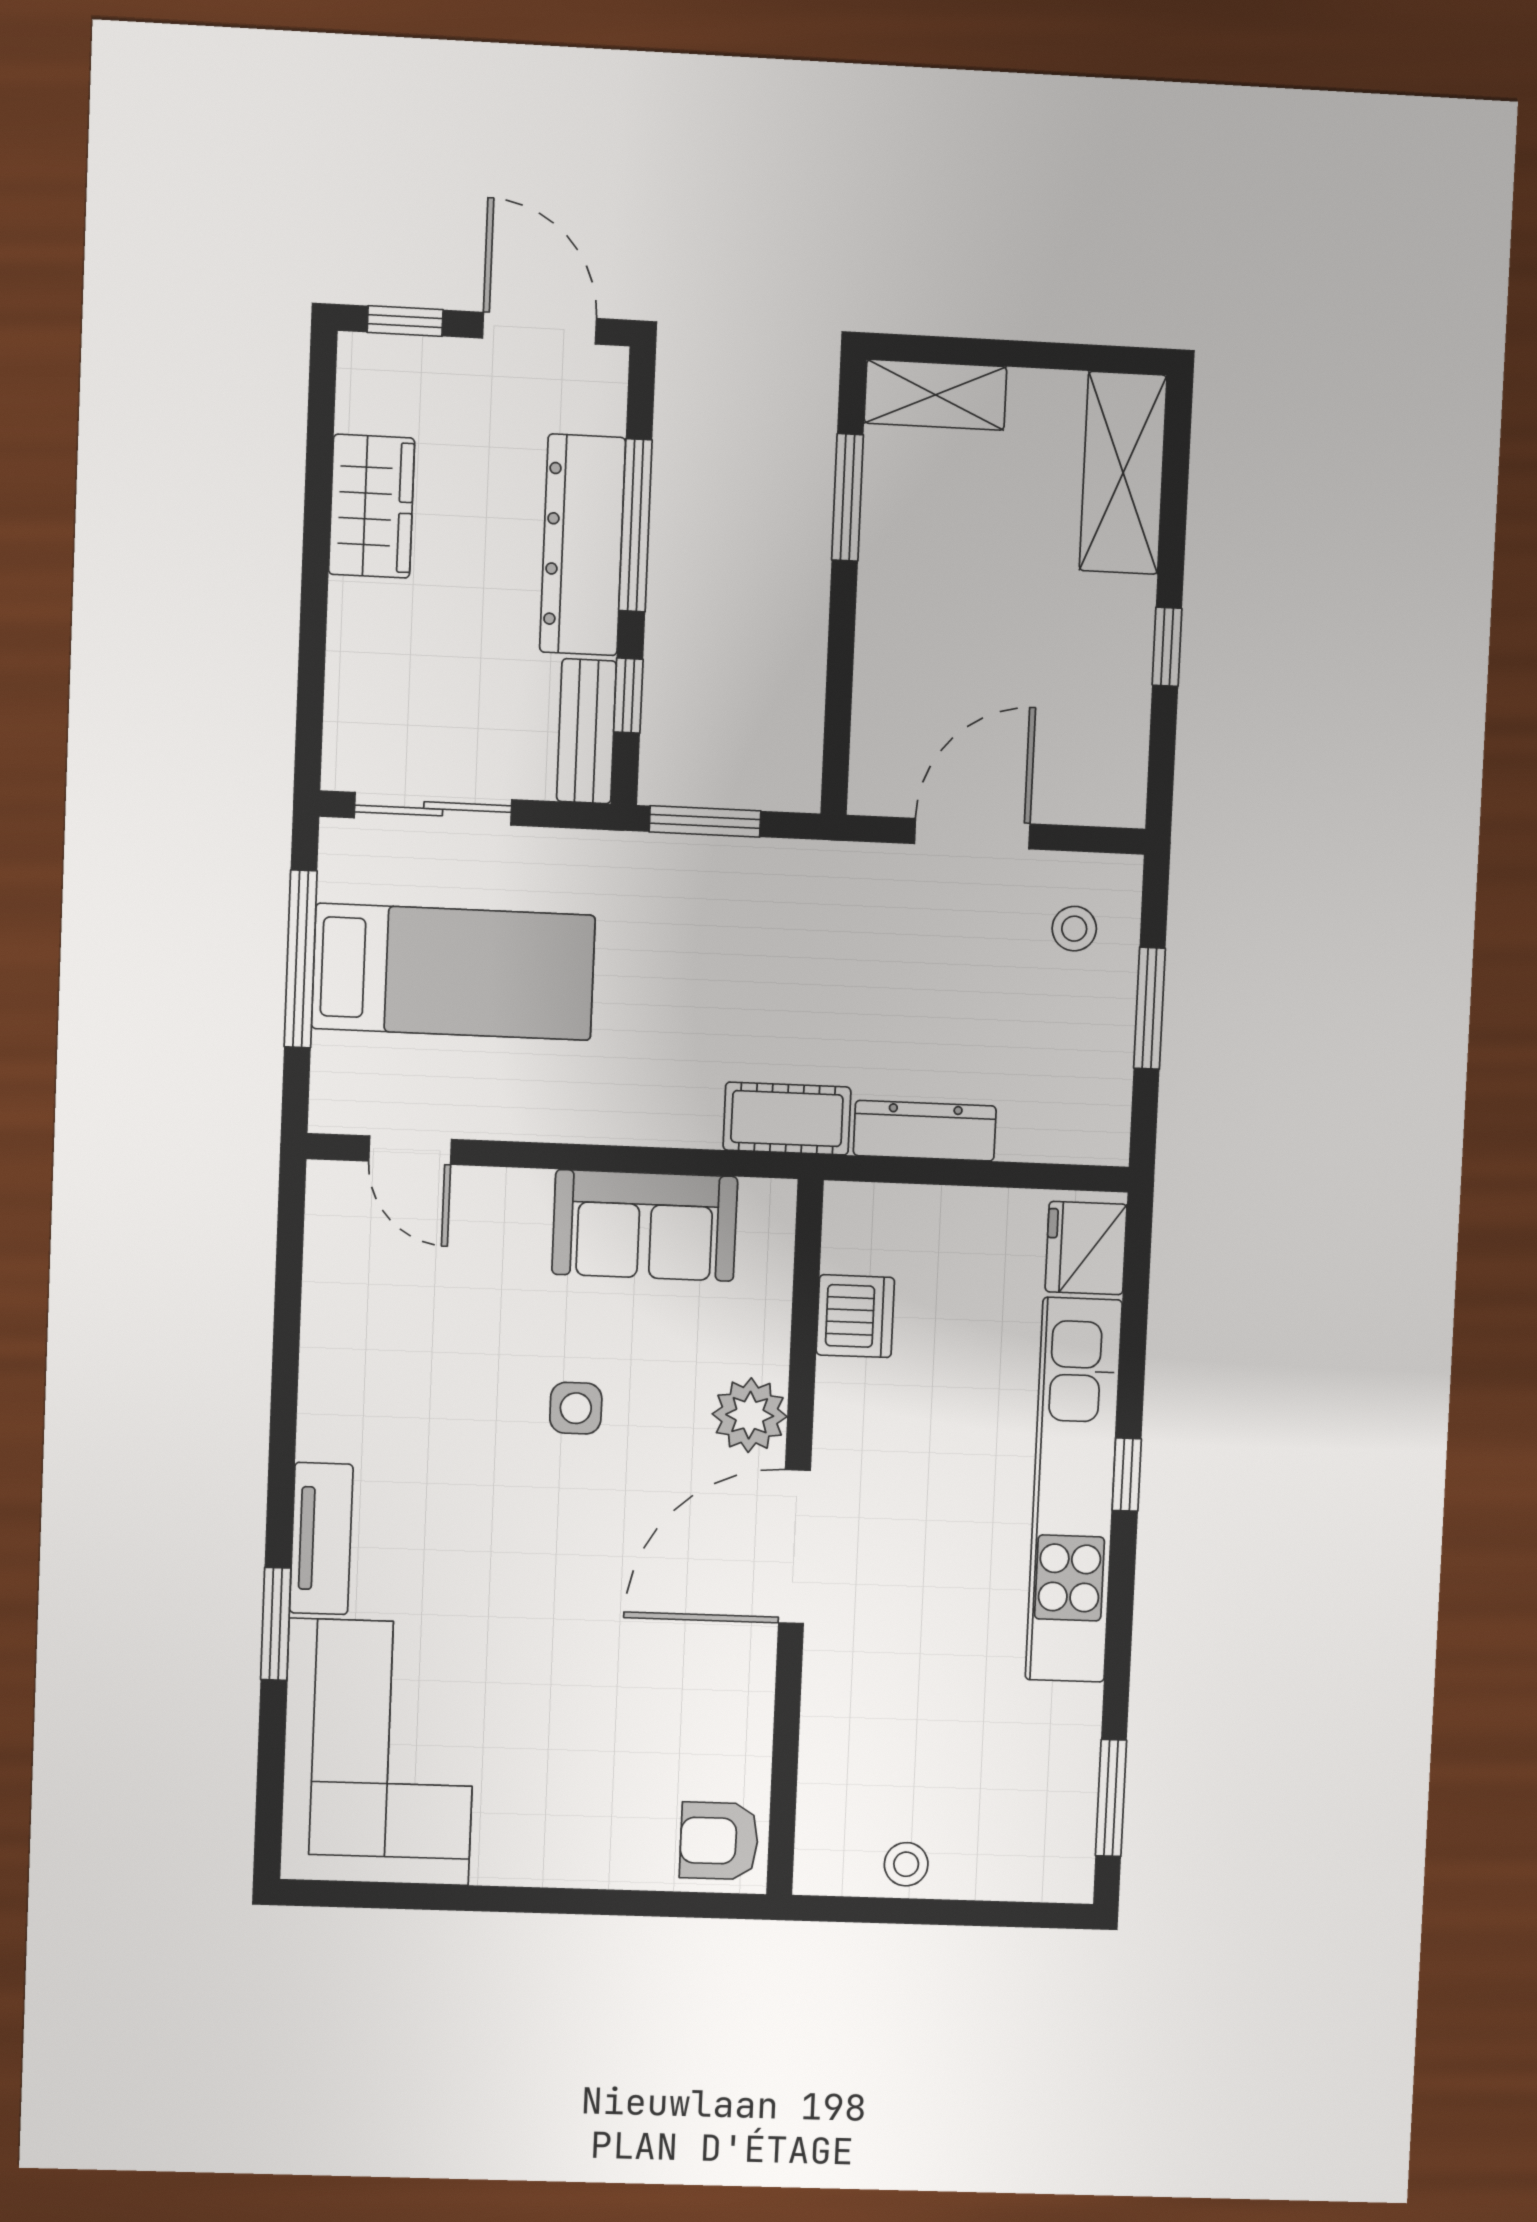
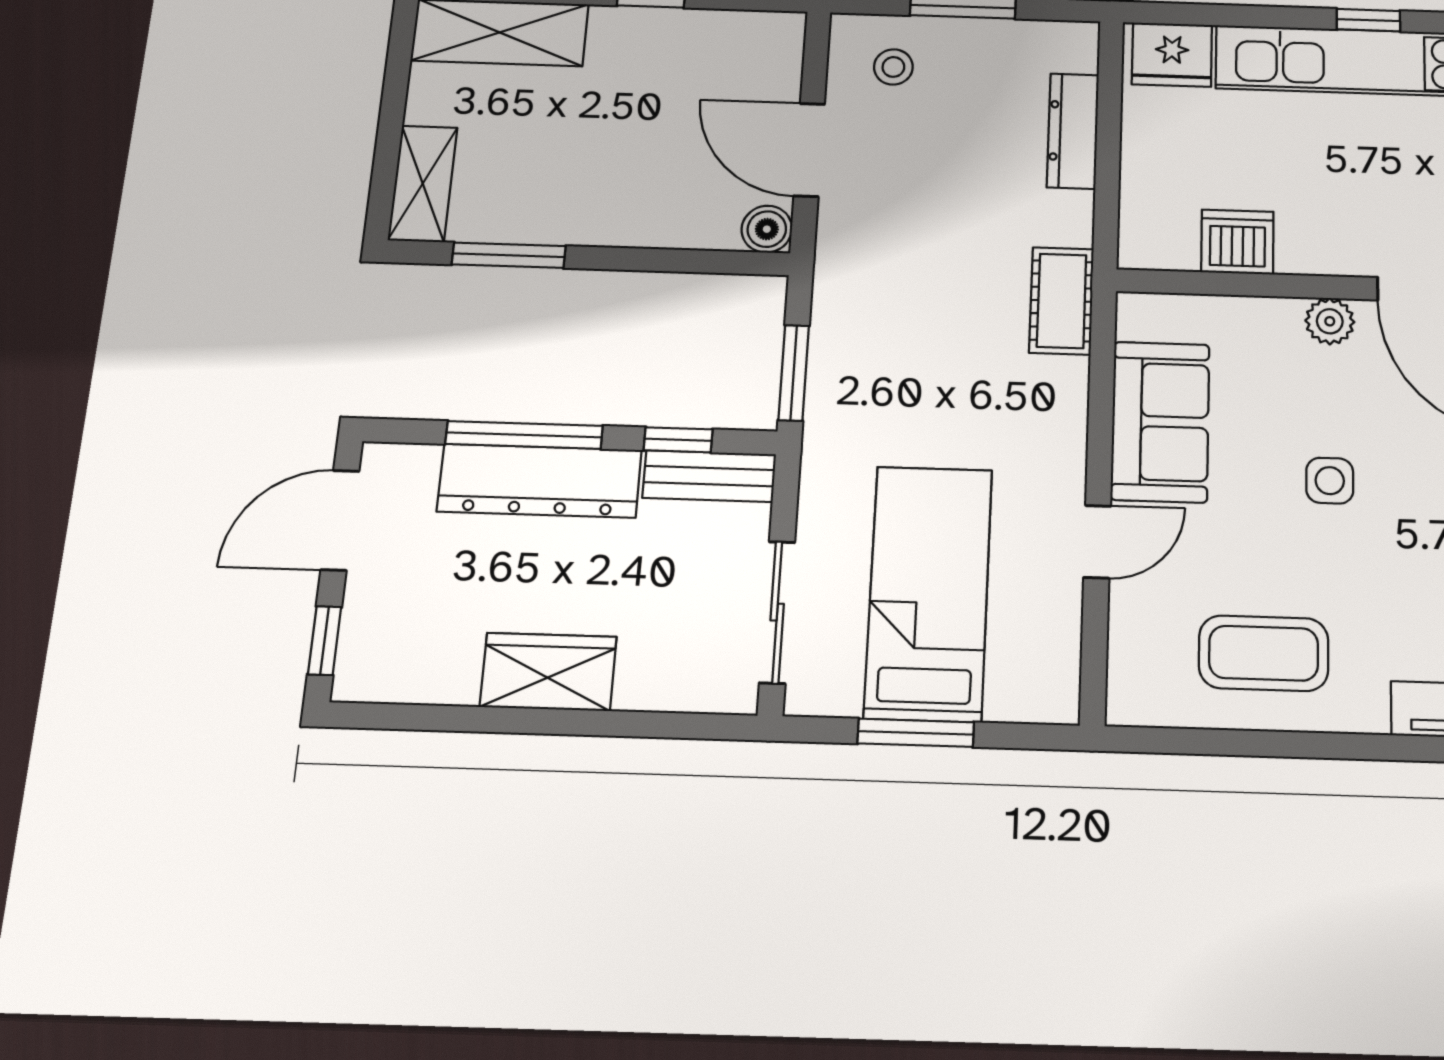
wardrobe: (372, 506) -> (548, 672), moved
boiler: (876, 788) -> (767, 229), added
window: (301, 959) -> (916, 733), width x0.69
dresser: (925, 1131) -> (1073, 131), moved
door: (410, 1150) -> (1097, 542), moved
coffee table: (384, 1330) -> (1264, 653), added
plant: (750, 1415) -> (1330, 321), width x0.73, depth x0.73

